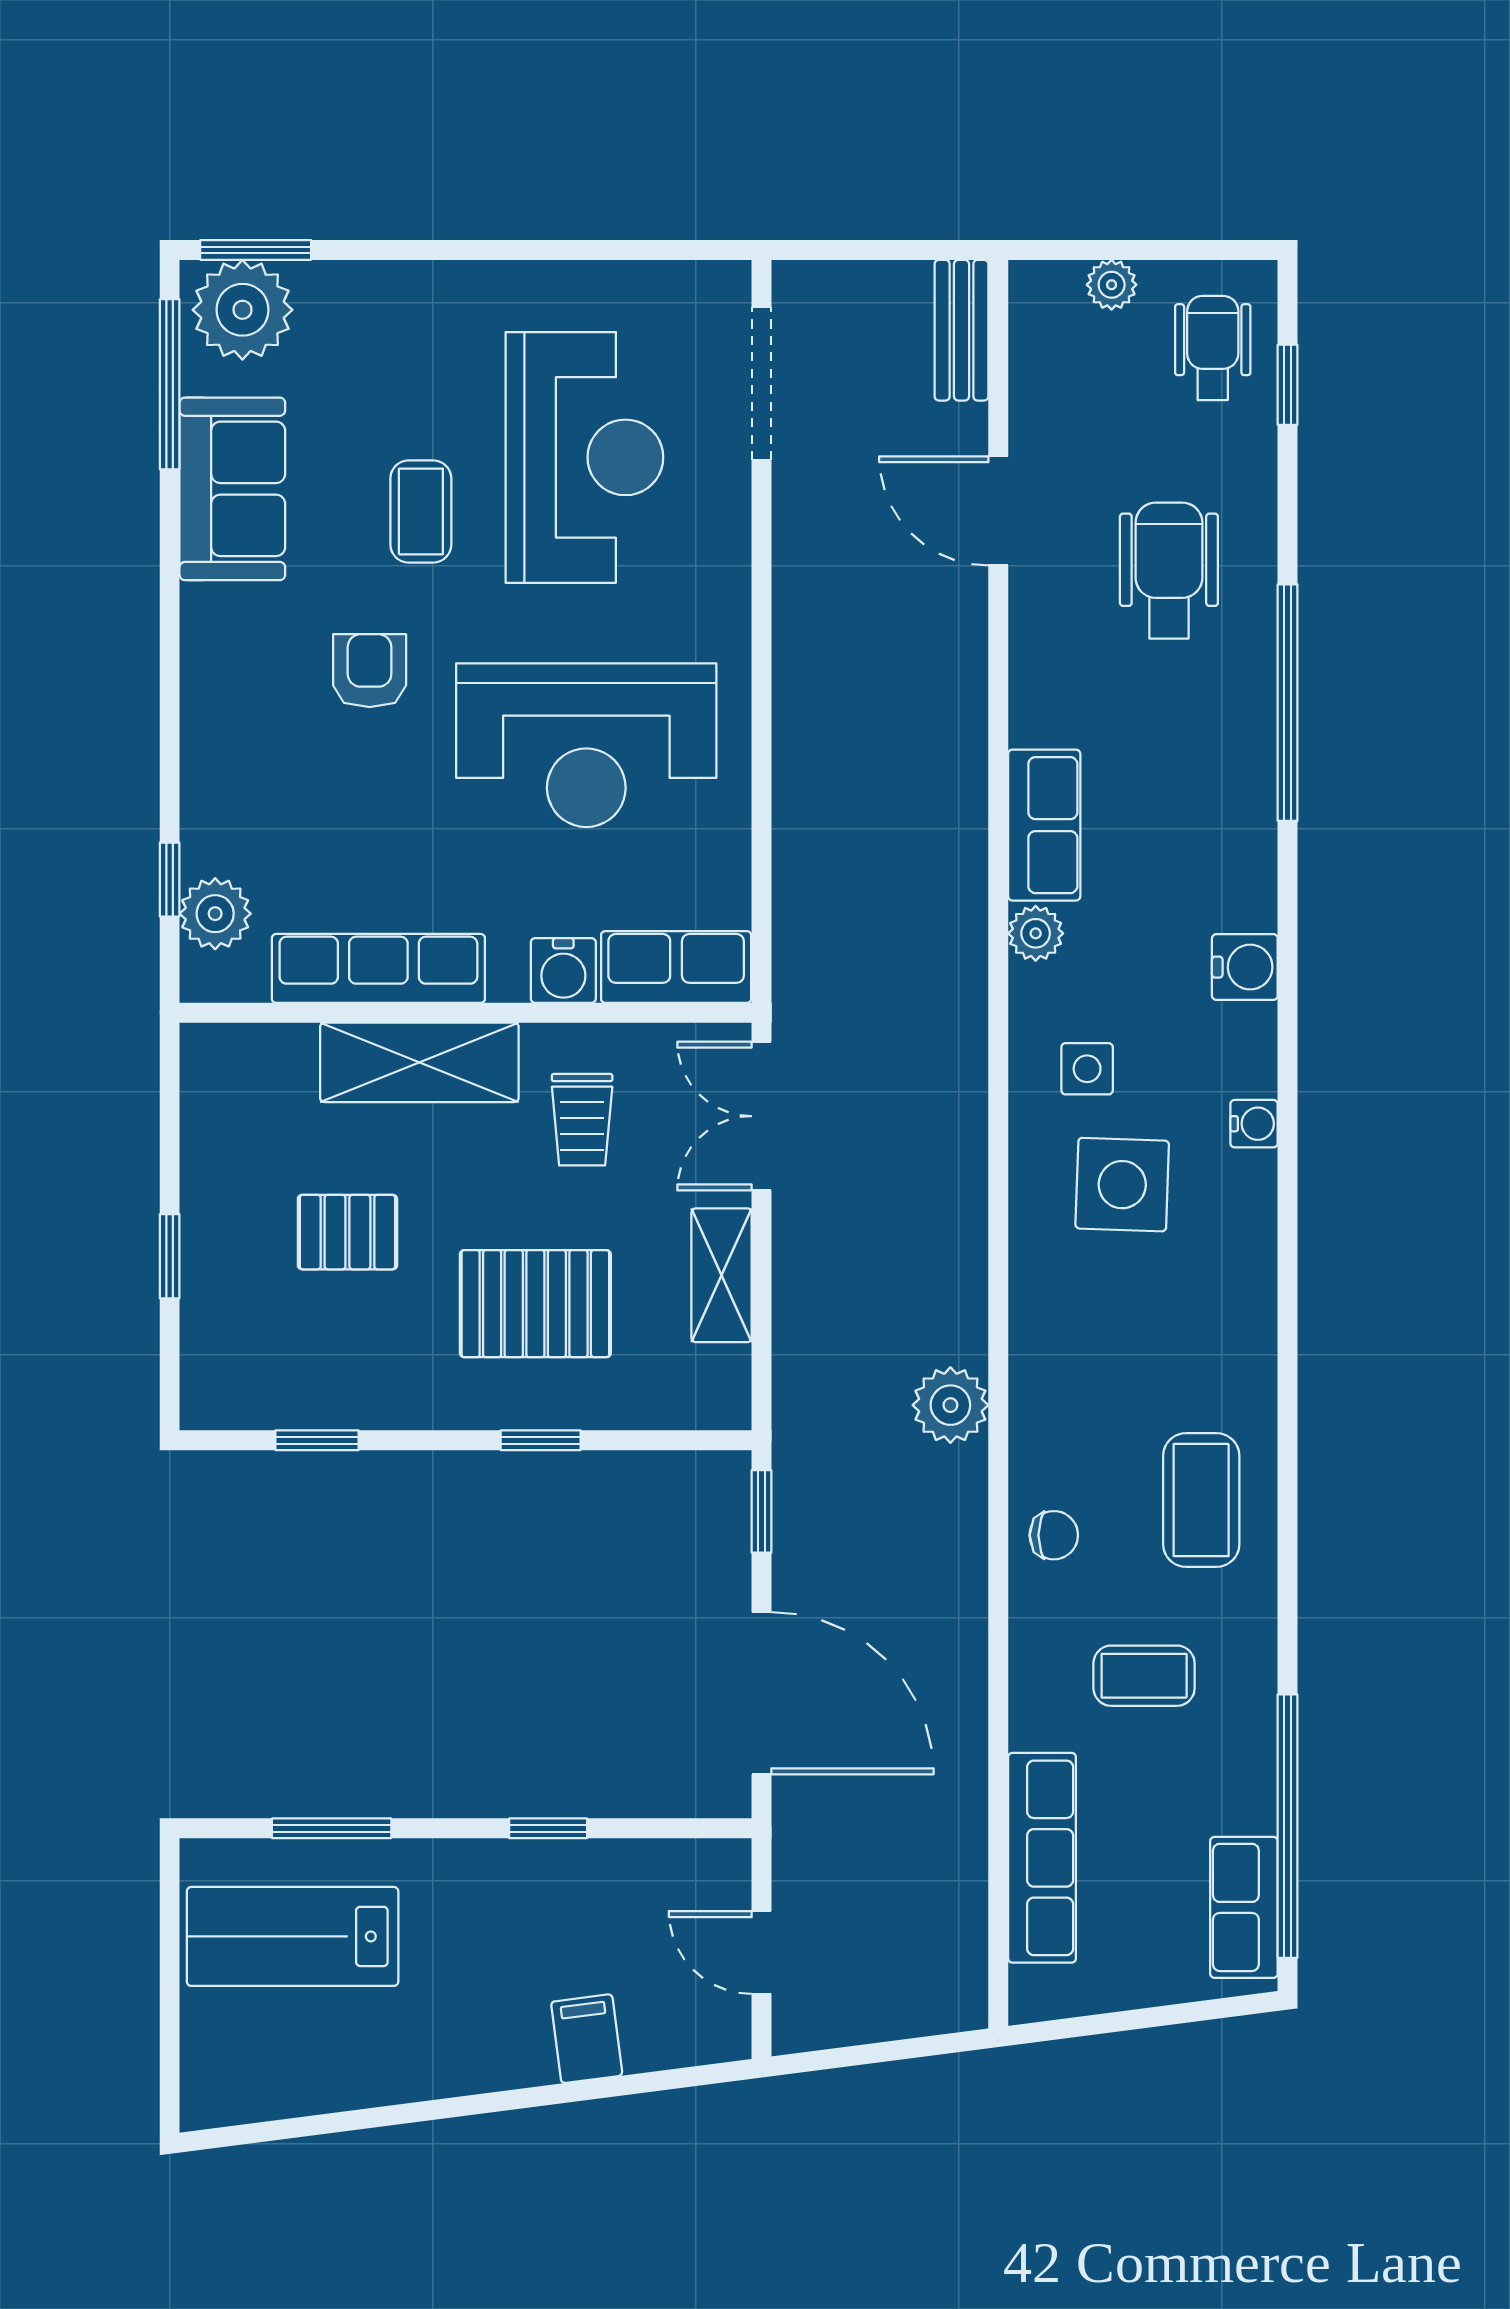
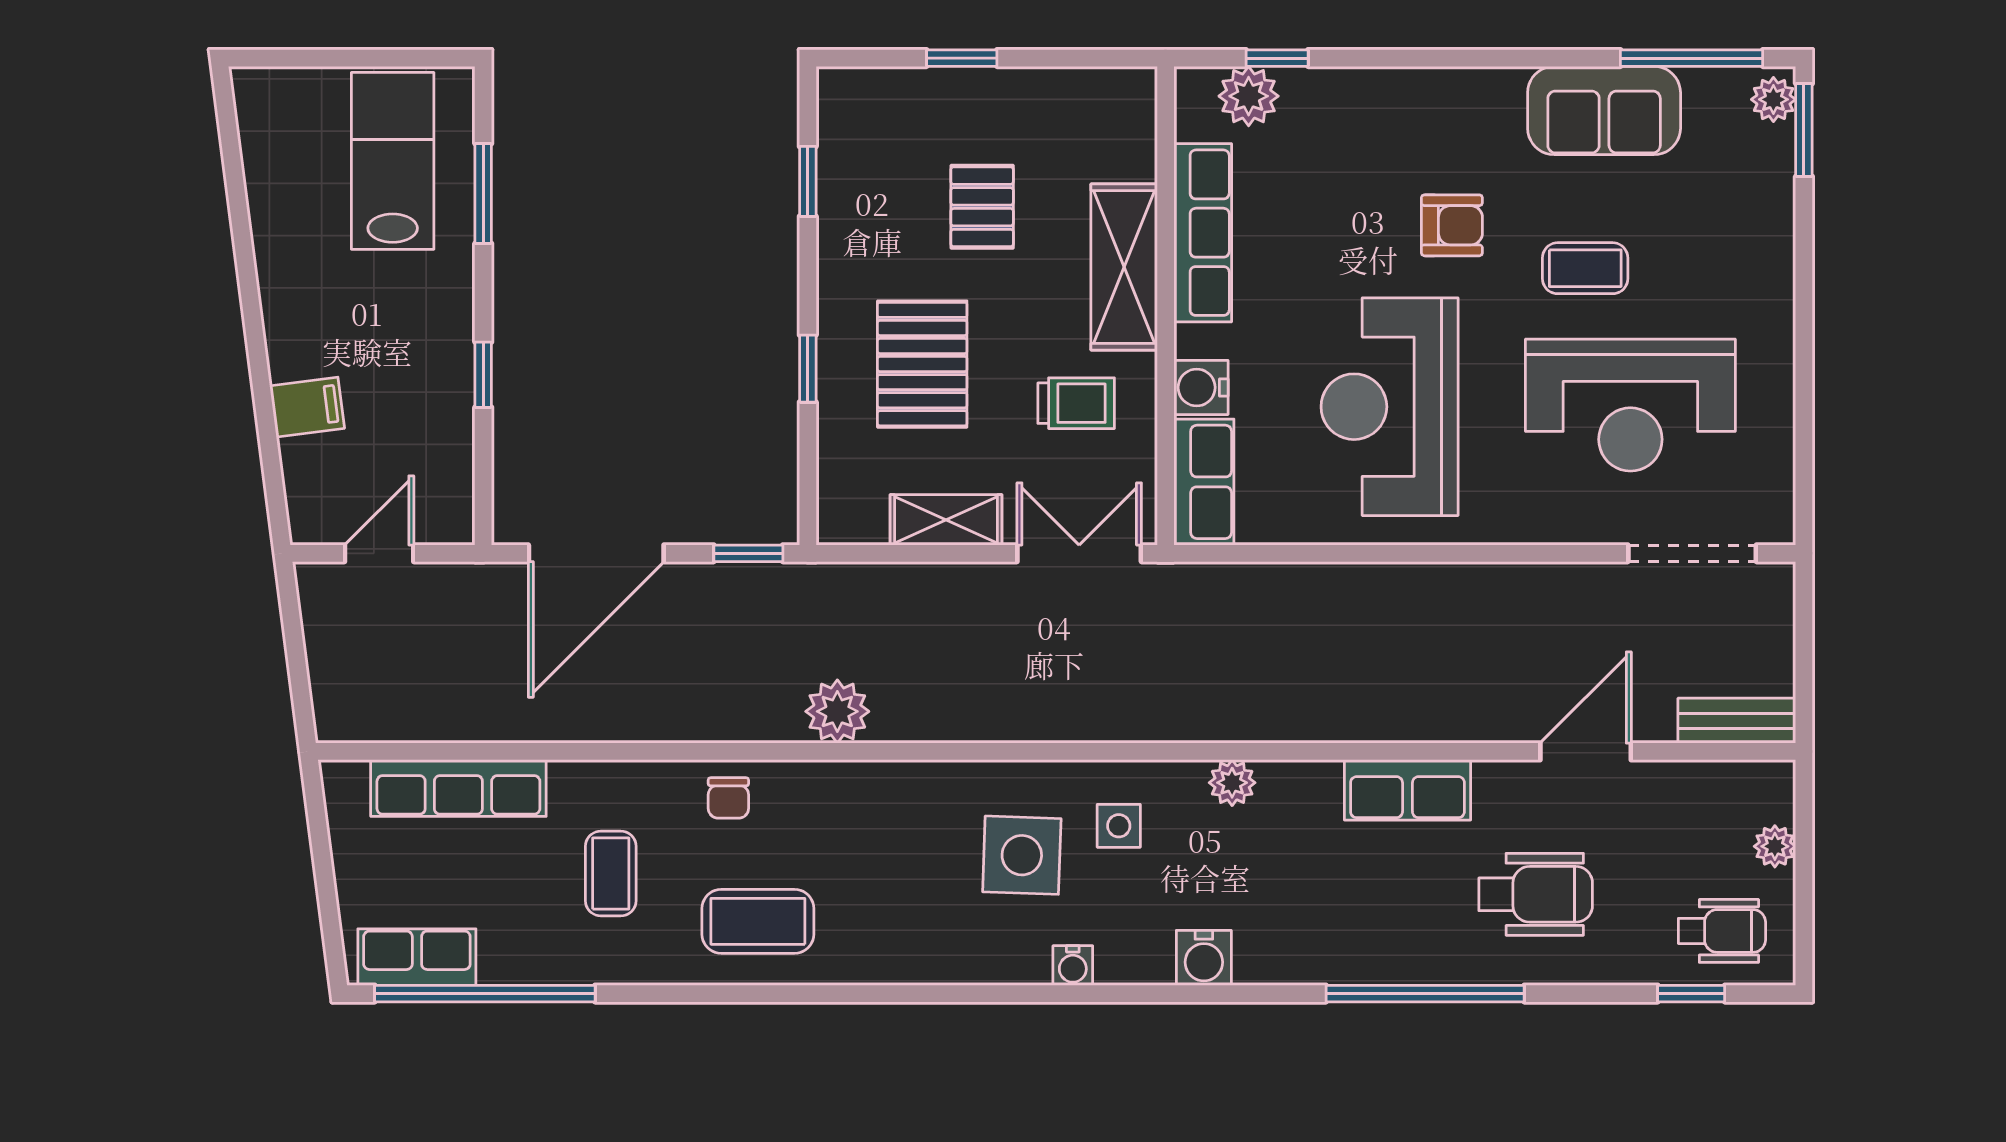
plant: (242, 310) -> (1773, 99), width x0.53, depth x0.53
row of seats: (1044, 825) -> (1407, 790), moved
trolley: (582, 1120) -> (1076, 403), turned 180

